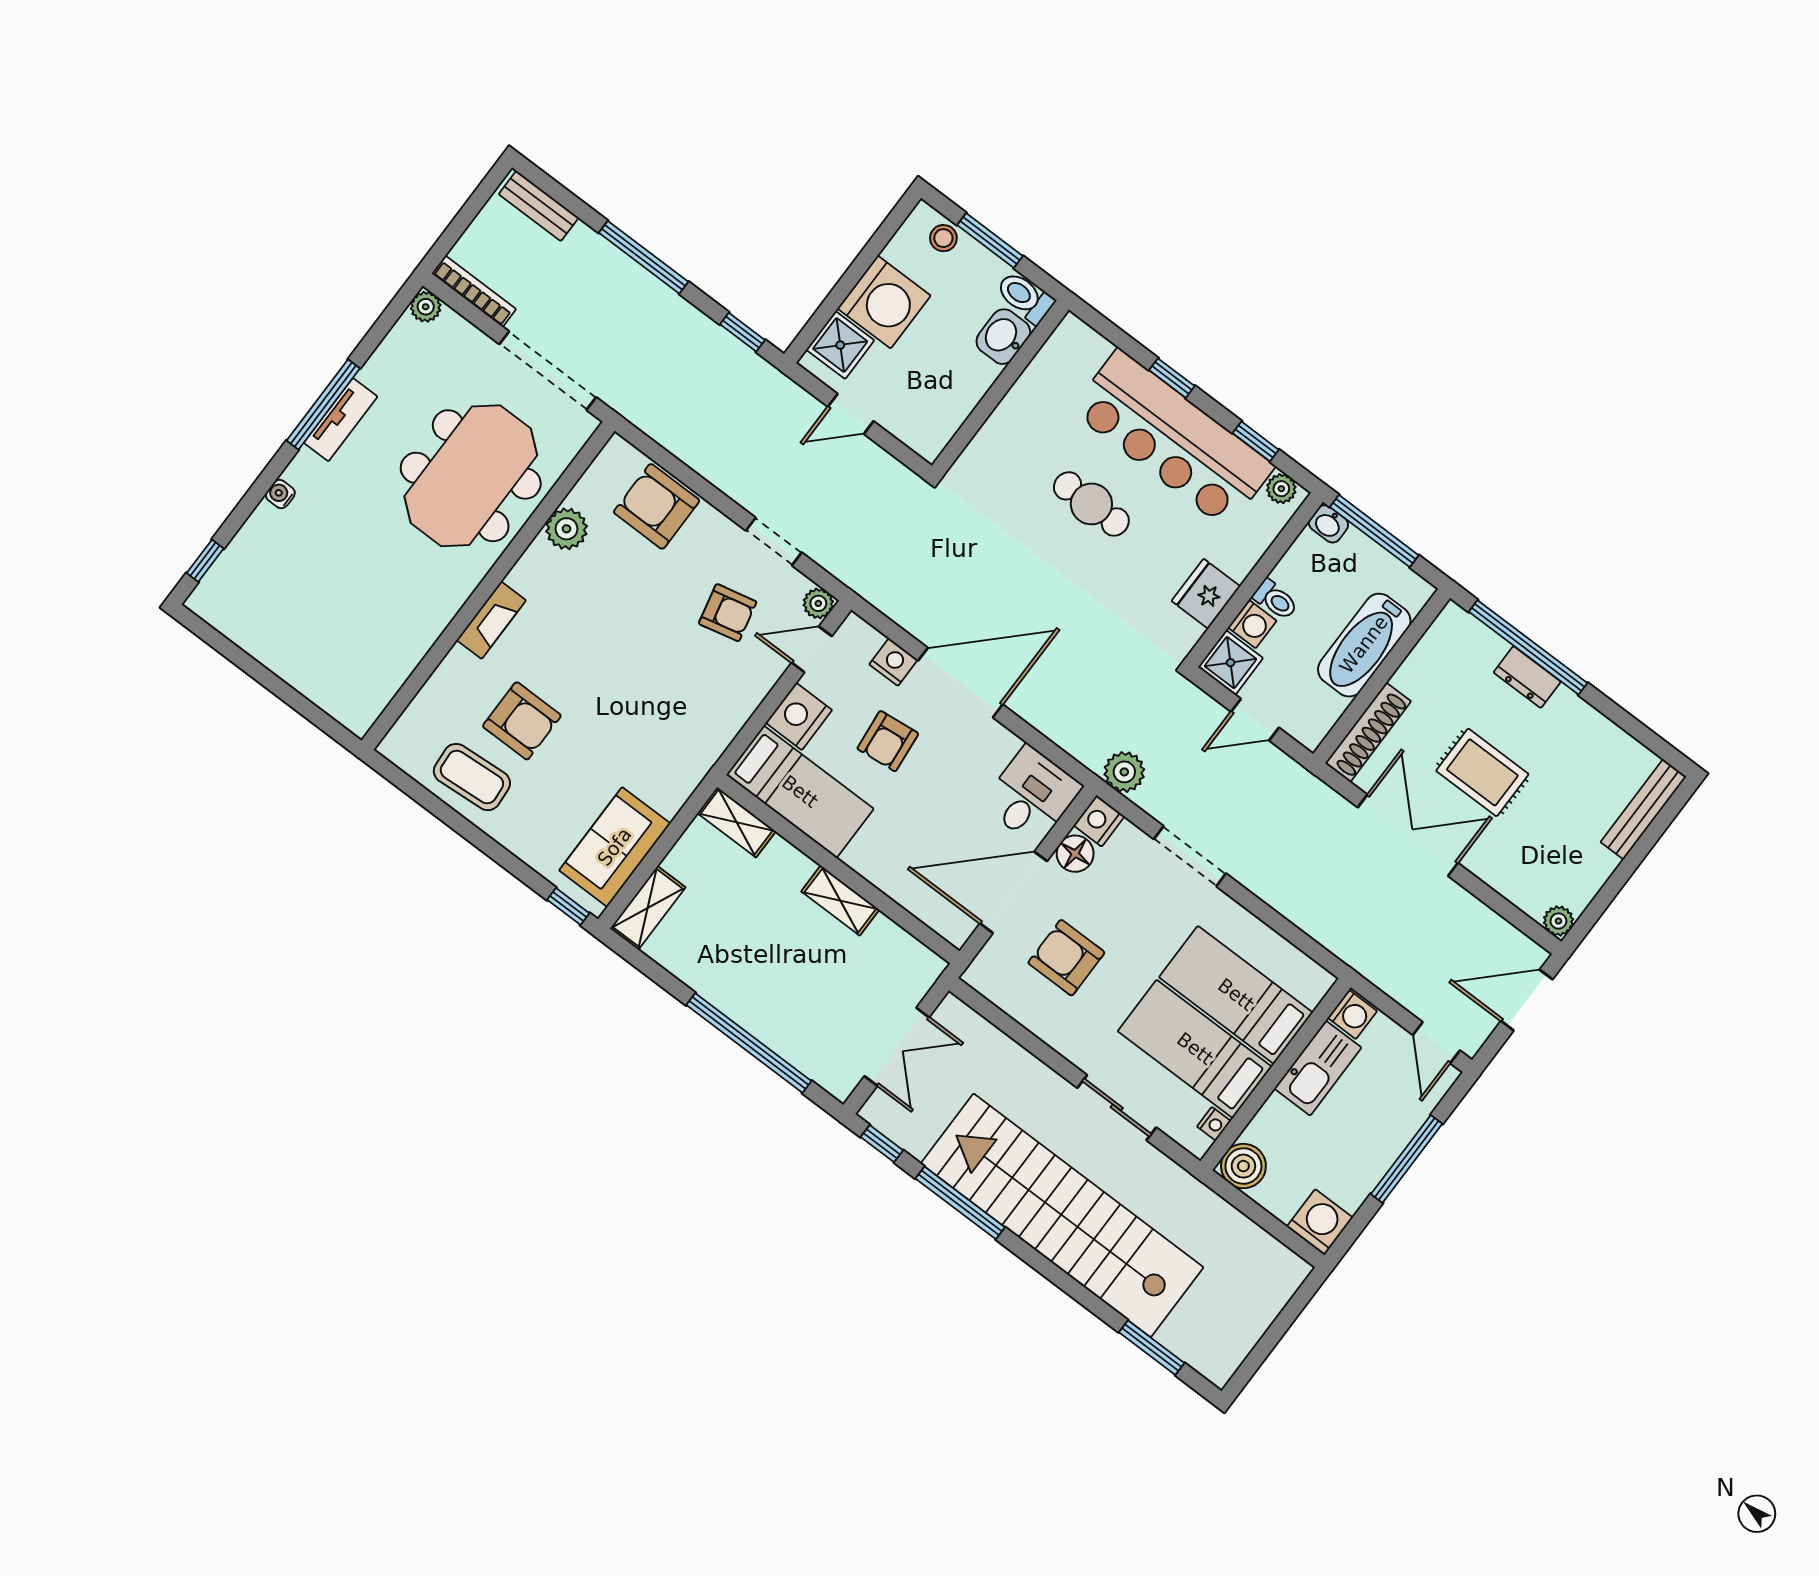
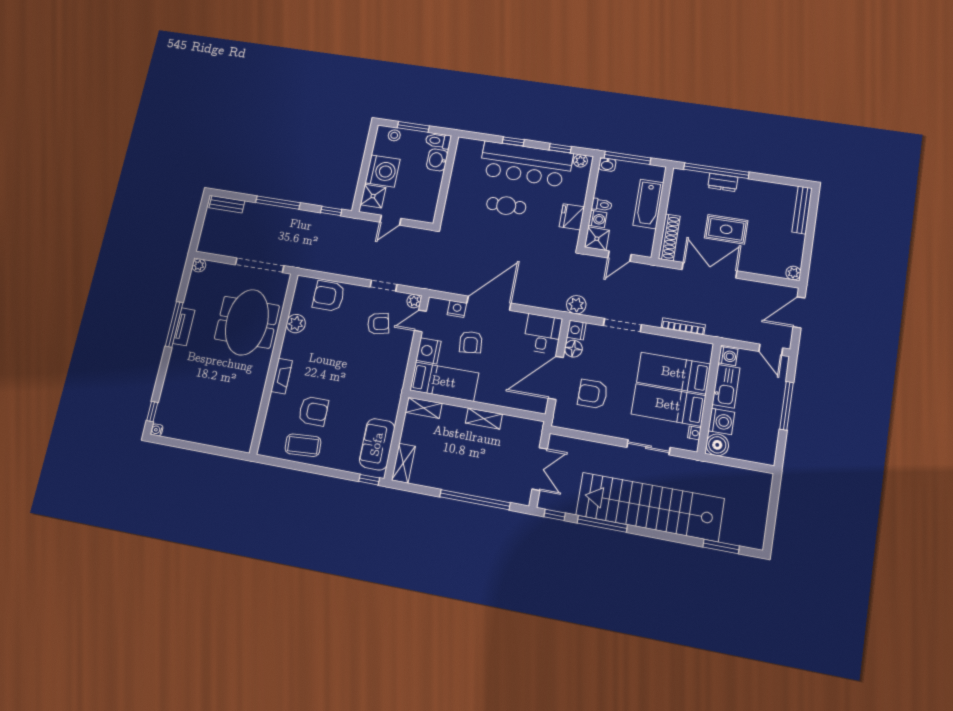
bookcase: (474, 291) -> (683, 326), moved
water cooler: (280, 494) -> (157, 430), moved
washing machine: (1320, 1222) -> (721, 421), moved, turned 90

